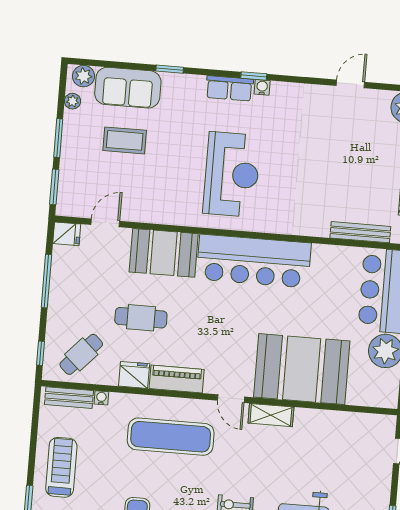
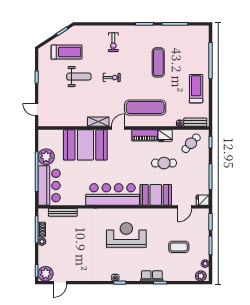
door: (350, 84) -> (60, 283), moved
sofa: (128, 88) -> (179, 272), removed
row of seats: (229, 88) -> (152, 276), moved
reception desk: (232, 174) -> (126, 235), turned 90
door: (231, 399) -> (118, 128), hinge flipped
treadmill: (61, 467) -> (196, 89), turned 180

